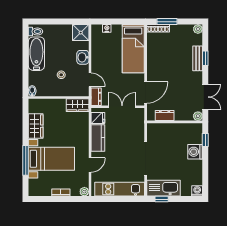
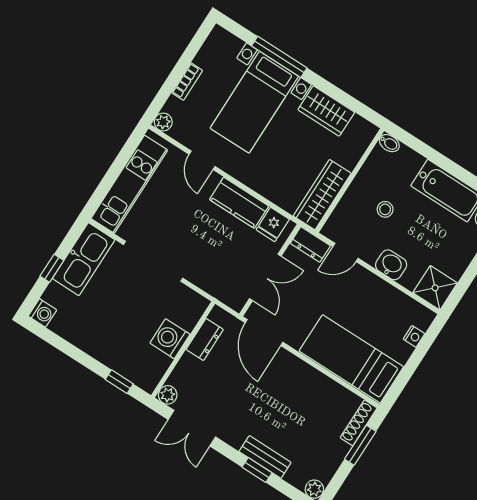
wardrobe: (78, 105) -> (322, 195), width x1.50
washing machine: (195, 152) -> (170, 339), moved, turned -90
window: (162, 199) -> (52, 268), moved

